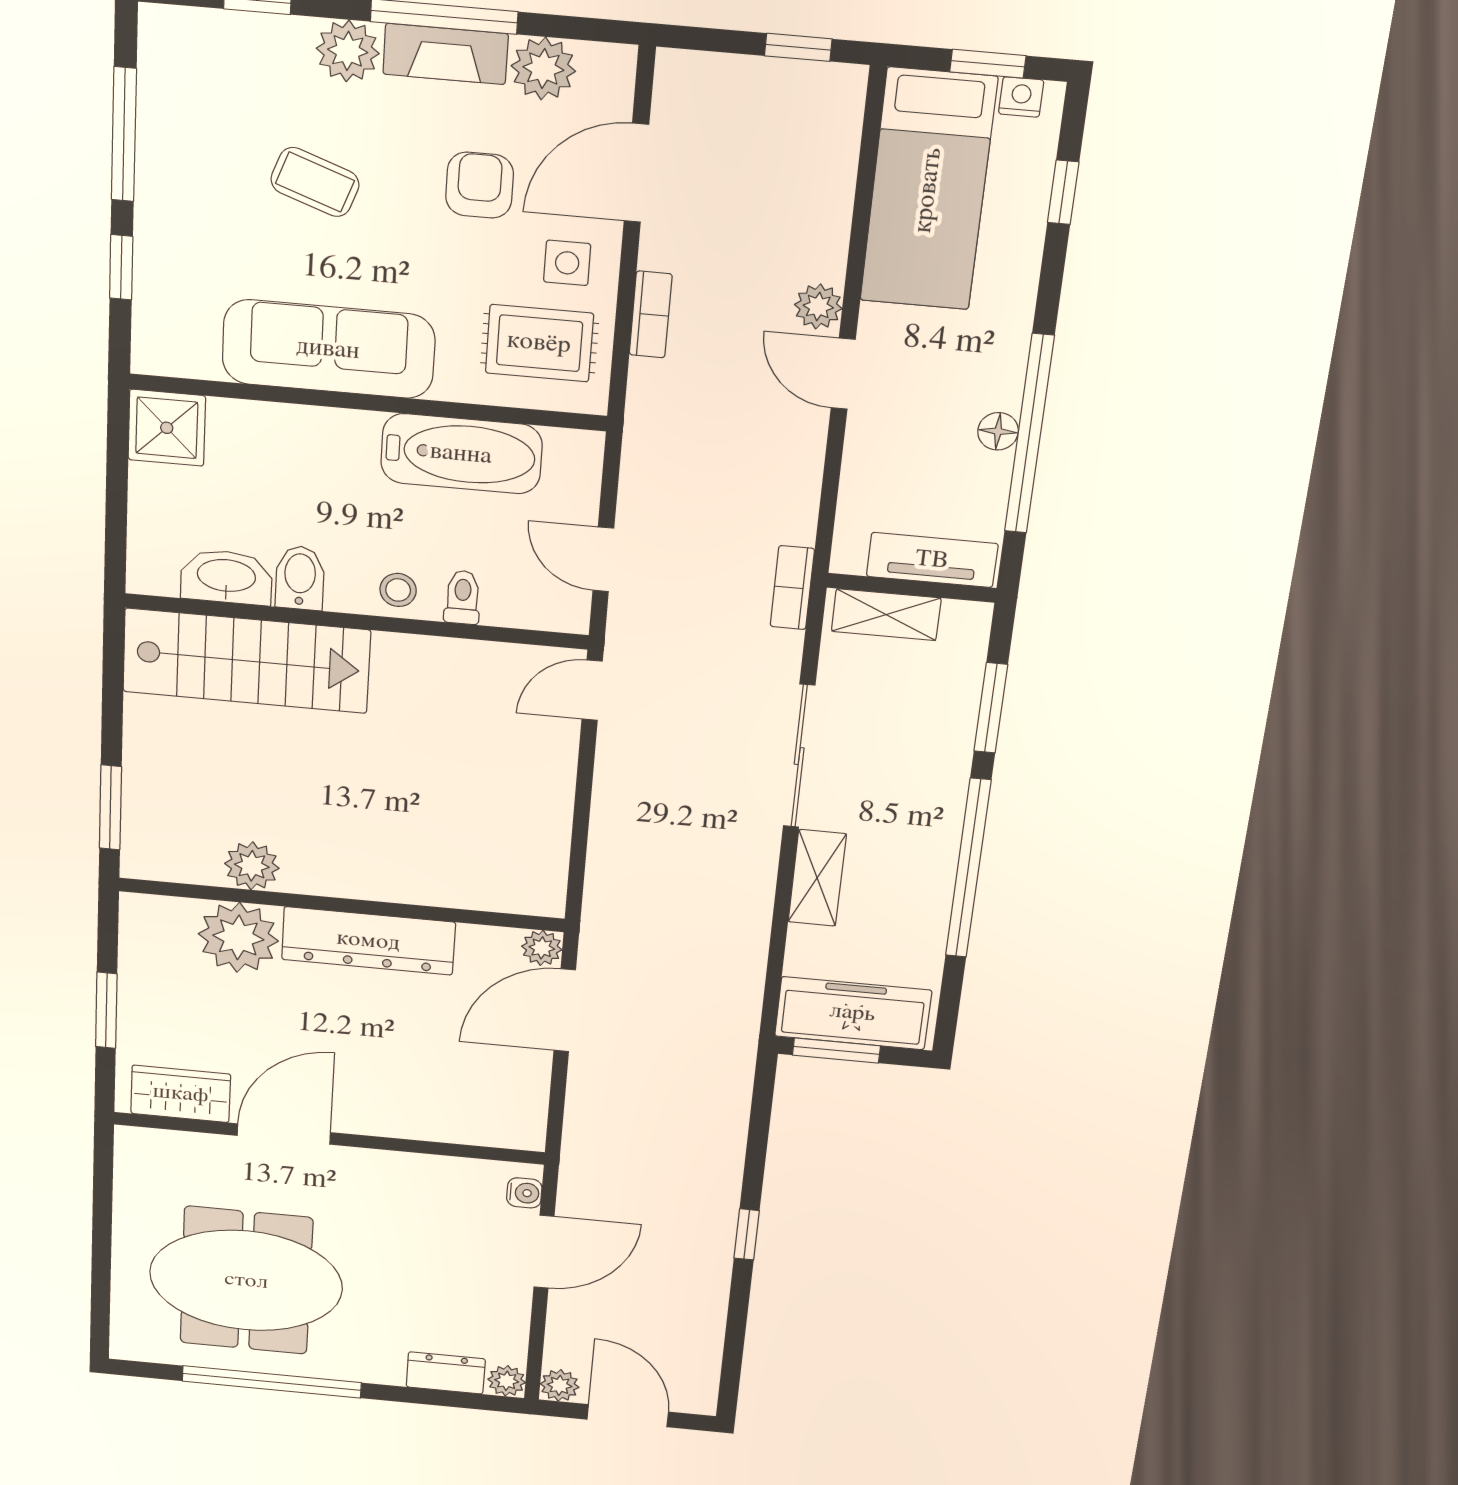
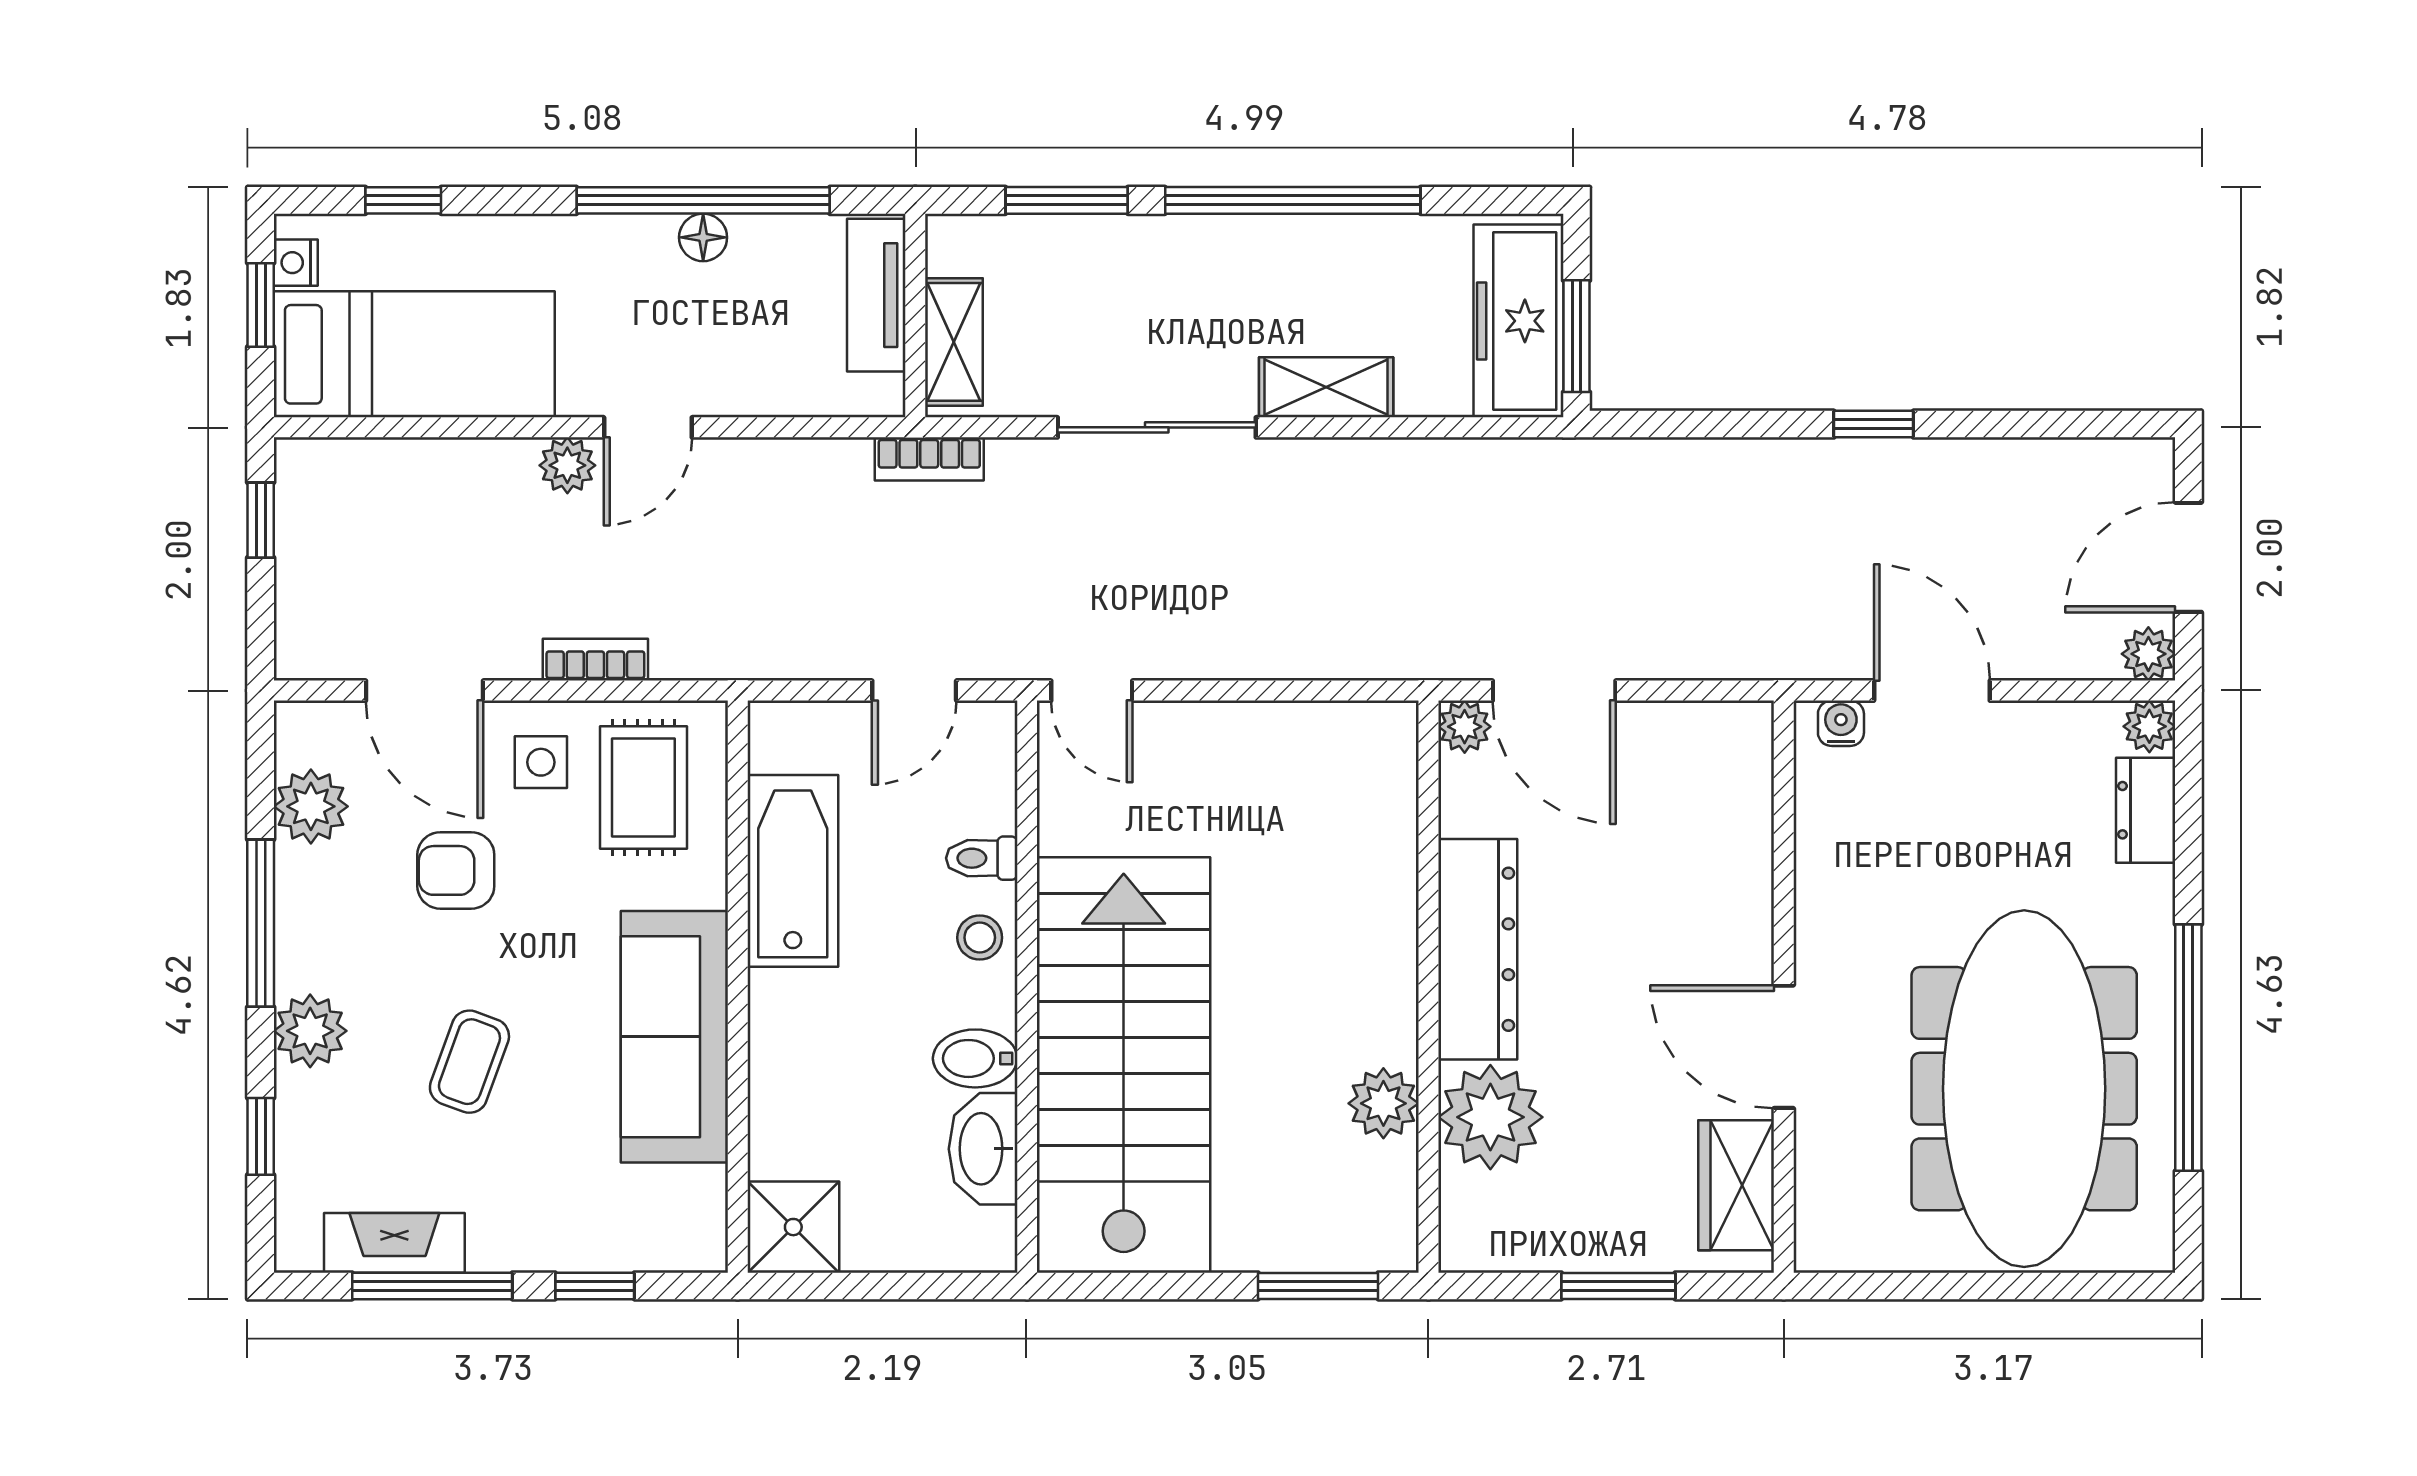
fireplace: (446, 54) -> (394, 1243), moved, turned -90
stairs: (246, 661) -> (1124, 1065), width x1.36, depth x1.51
meeting table: (246, 1281) -> (2024, 1089), width x1.36

